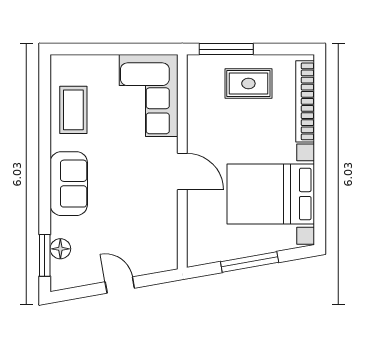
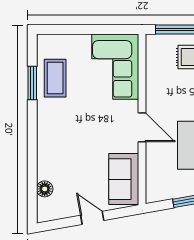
sofa: (69, 184) -> (124, 179), moved, turned 180
window: (45, 255) -> (32, 83), moved

